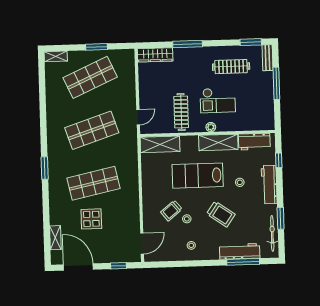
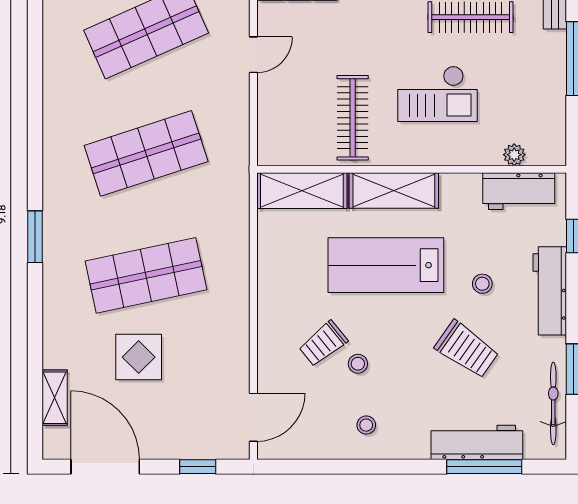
door: (138, 117) -> (253, 55), moved
plant: (211, 127) -> (514, 155), moved
shelving: (218, 142) -> (394, 190), moved
trolley: (221, 214) -> (467, 349), moved

